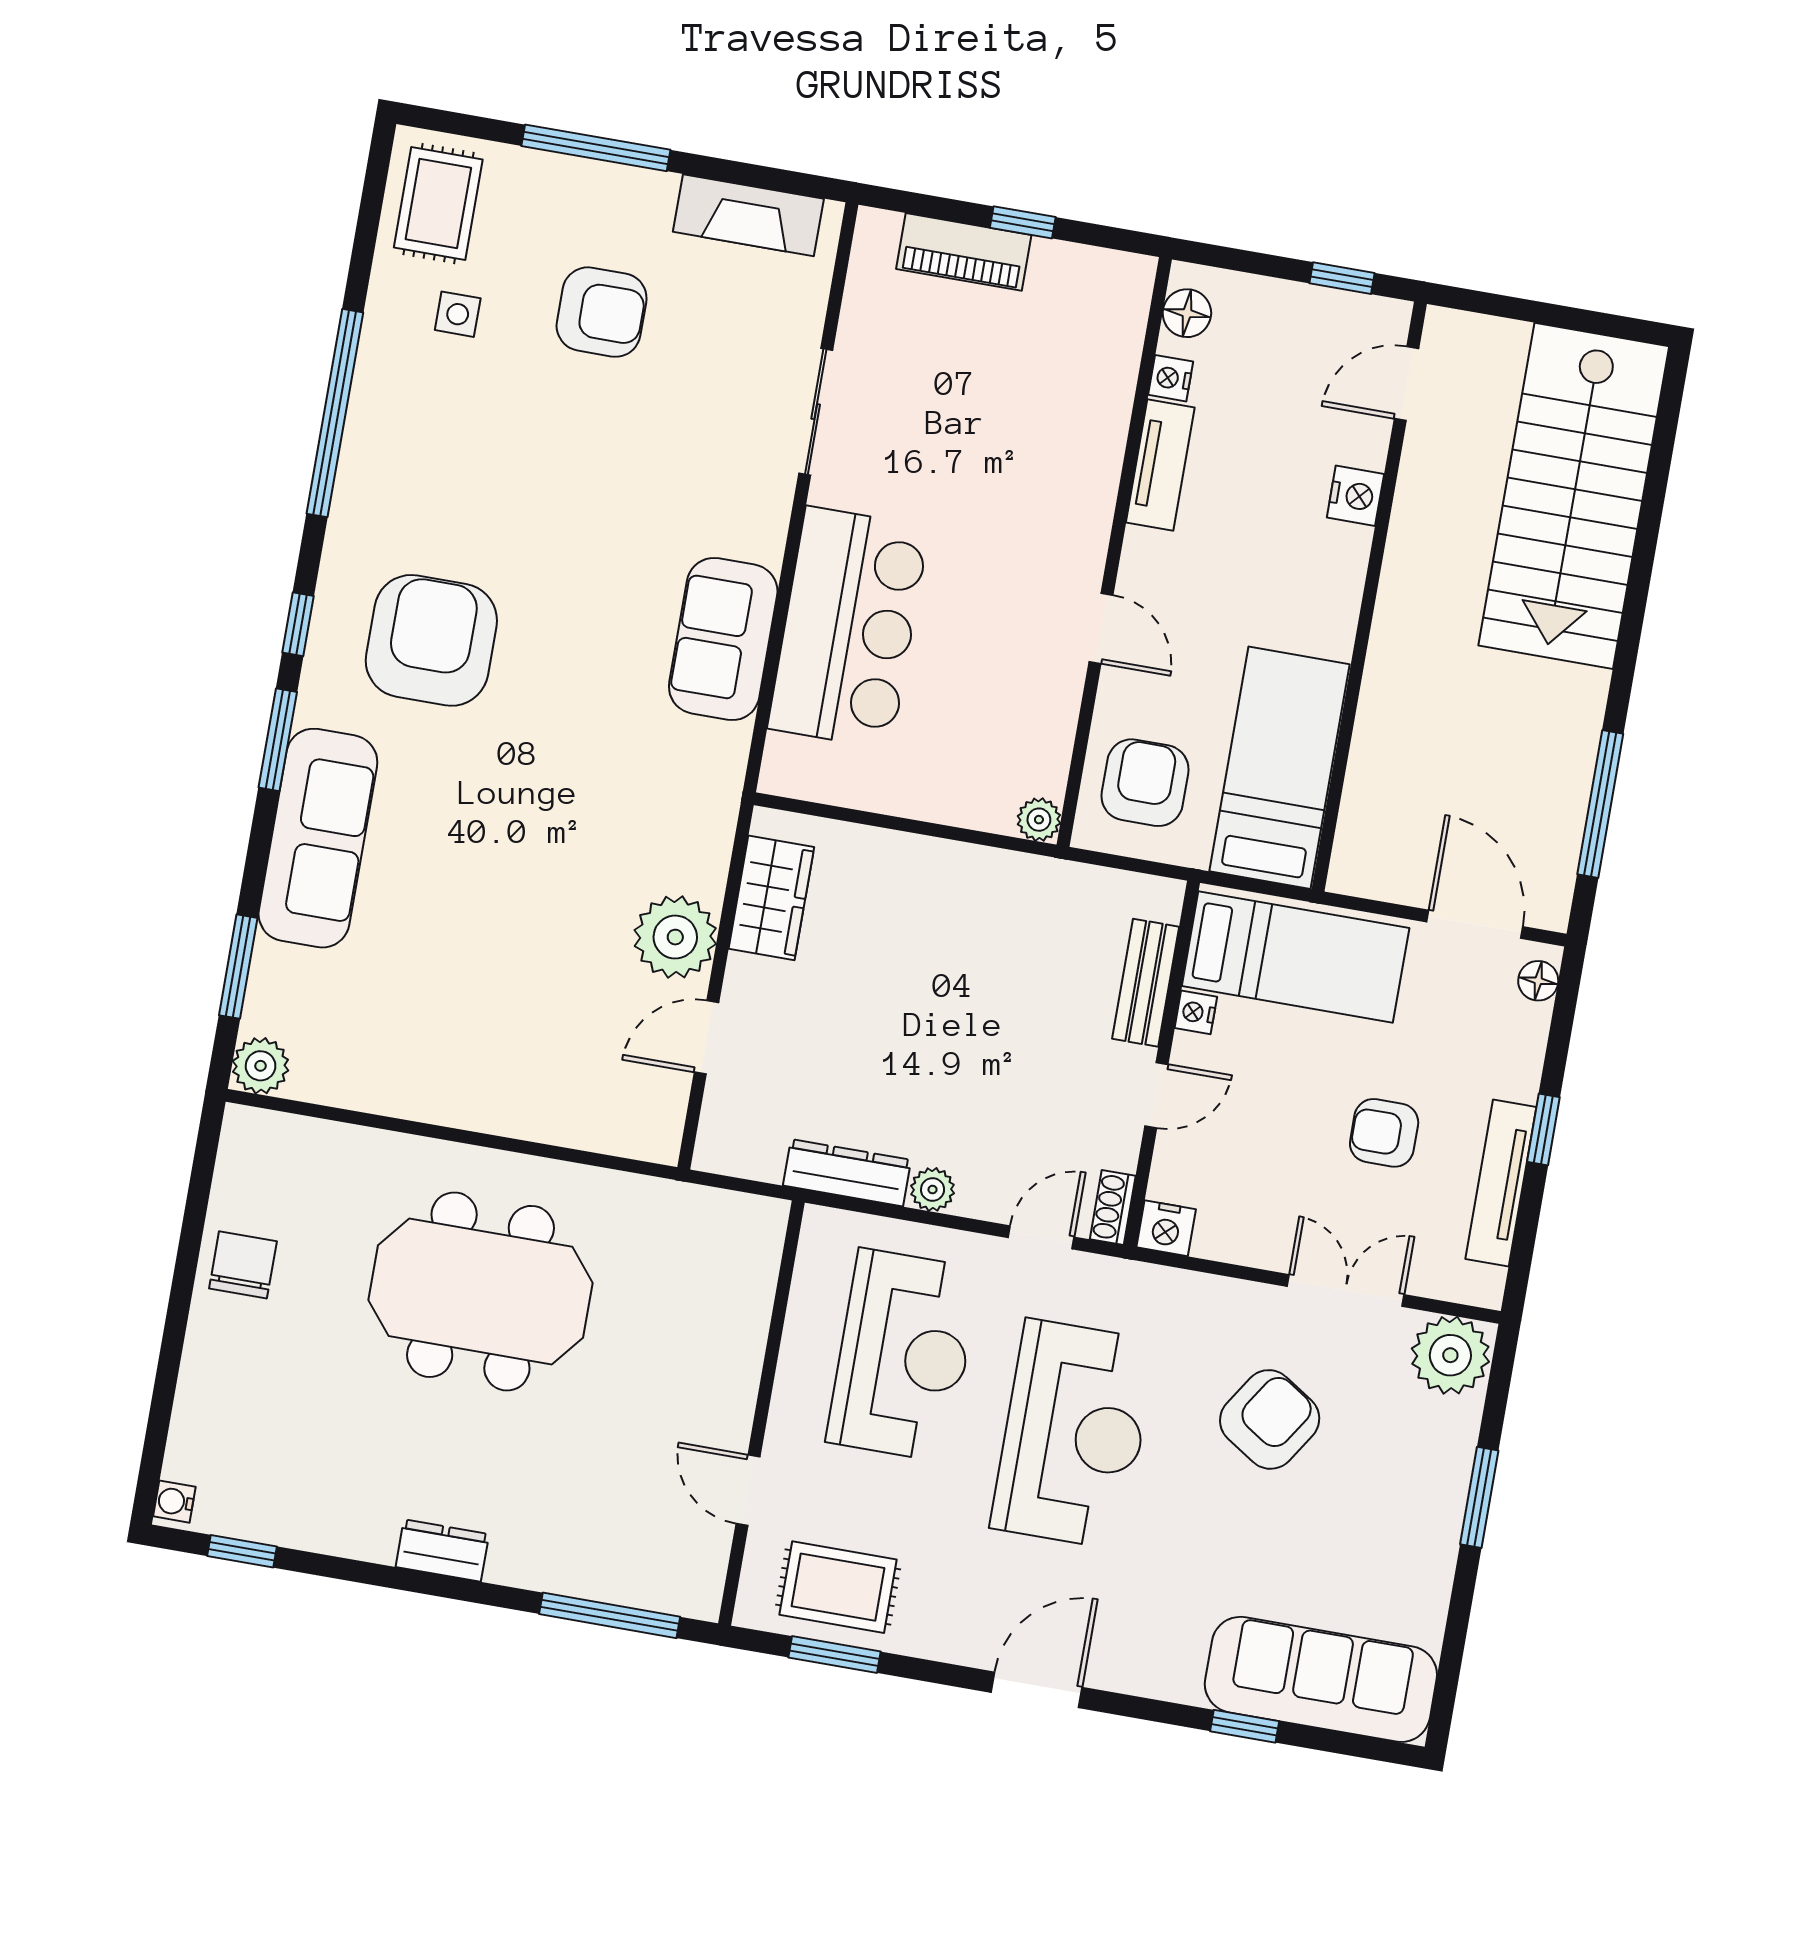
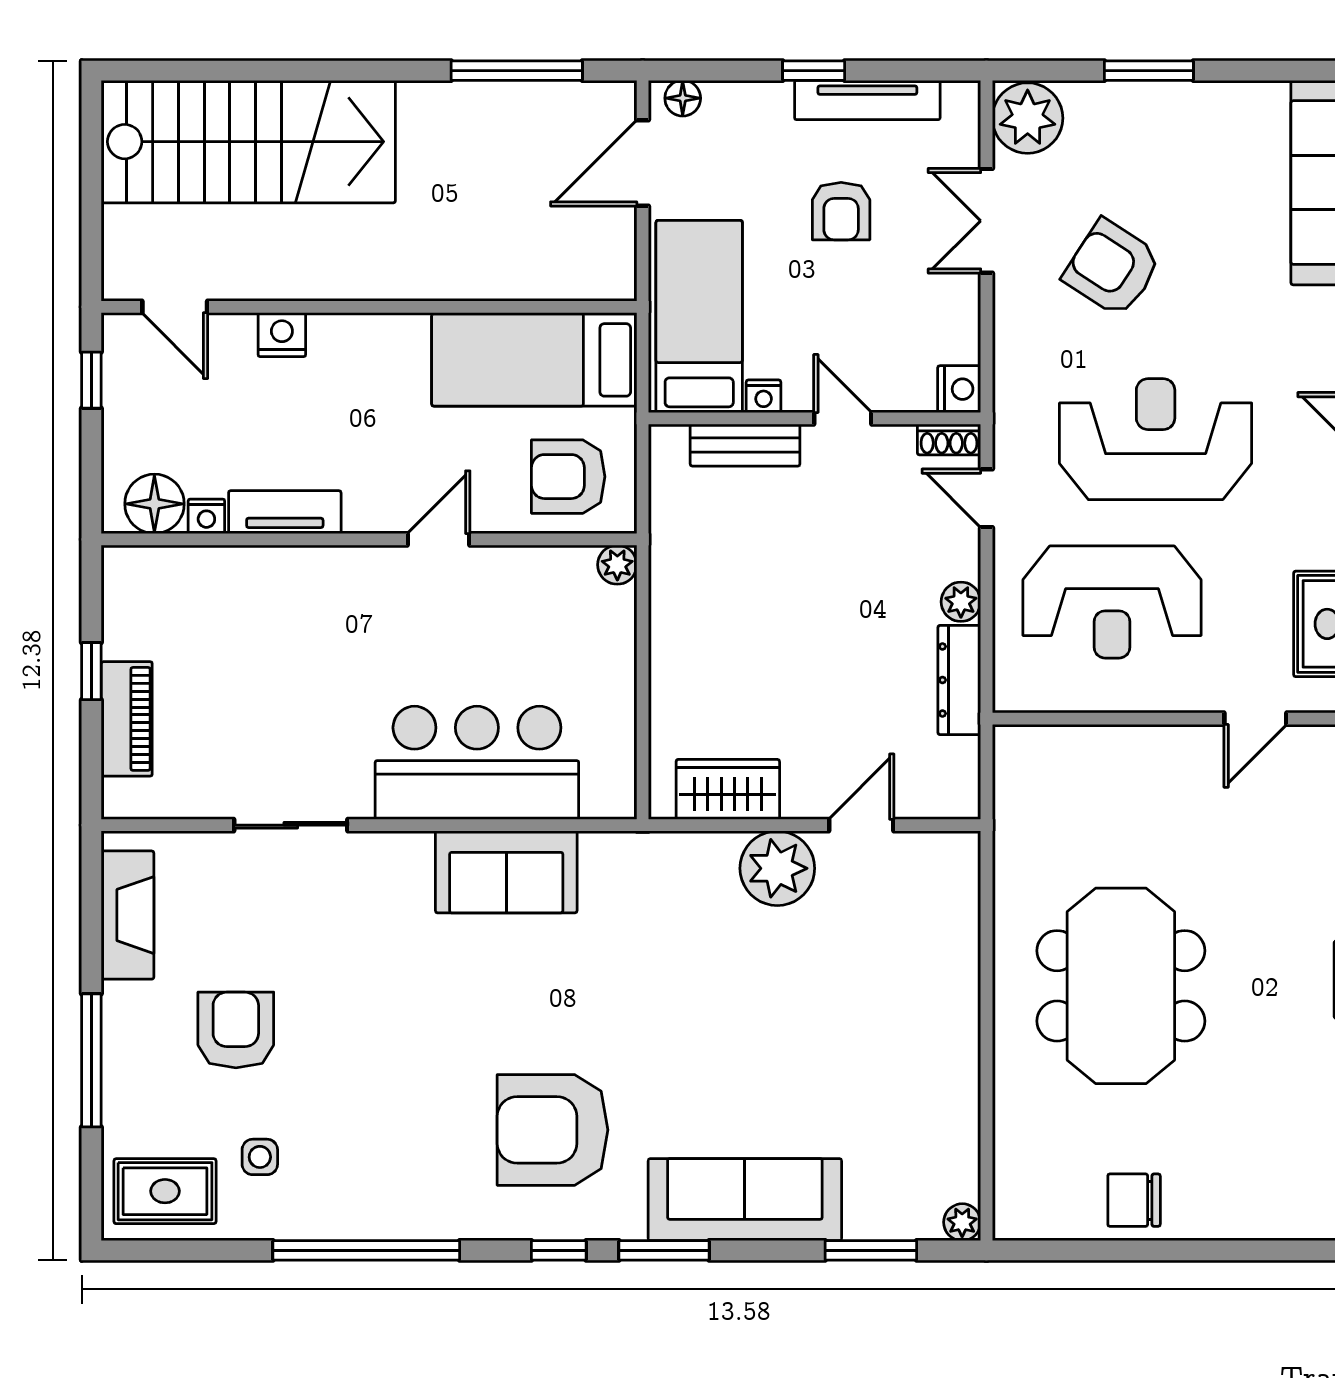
floor lamp: (1187, 313) -> (154, 504), width x1.38, depth x1.38
door: (707, 1037) -> (861, 825), swing flipped
plant: (261, 1066) -> (962, 1222), width x0.73, depth x0.73
reception desk: (903, 1355) -> (1112, 602), turned 180

